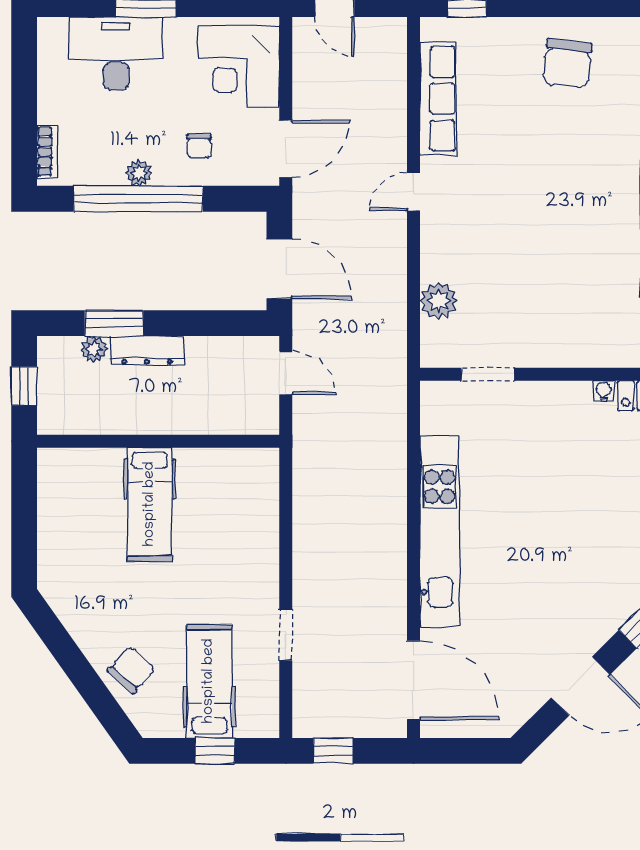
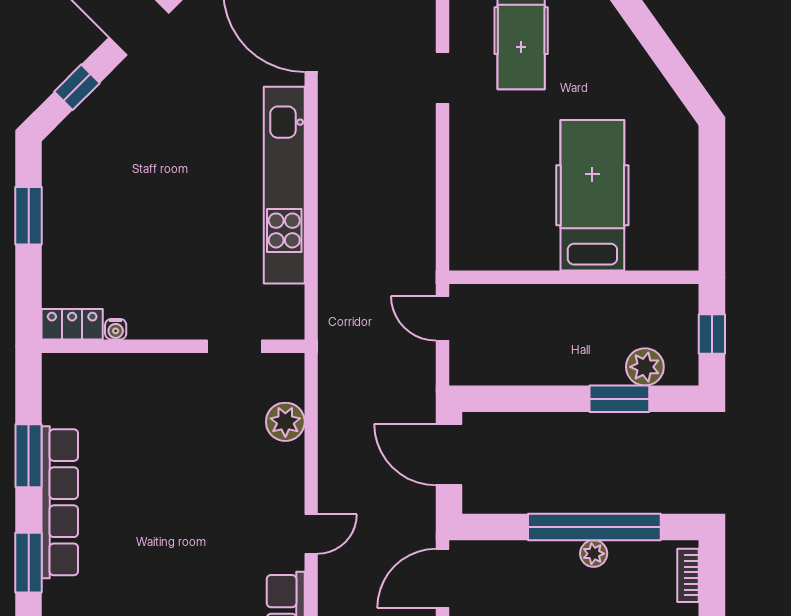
chair: (199, 146) -> (532, 581), removed
plant: (94, 349) -> (645, 367), width x1.38, depth x1.38
dresser: (147, 350) -> (585, 371), removed
door: (286, 373) -> (443, 318), moved
hospital bed: (150, 504) -> (592, 195), width x1.37, depth x1.29
chair: (131, 670) -> (601, 42), removed

